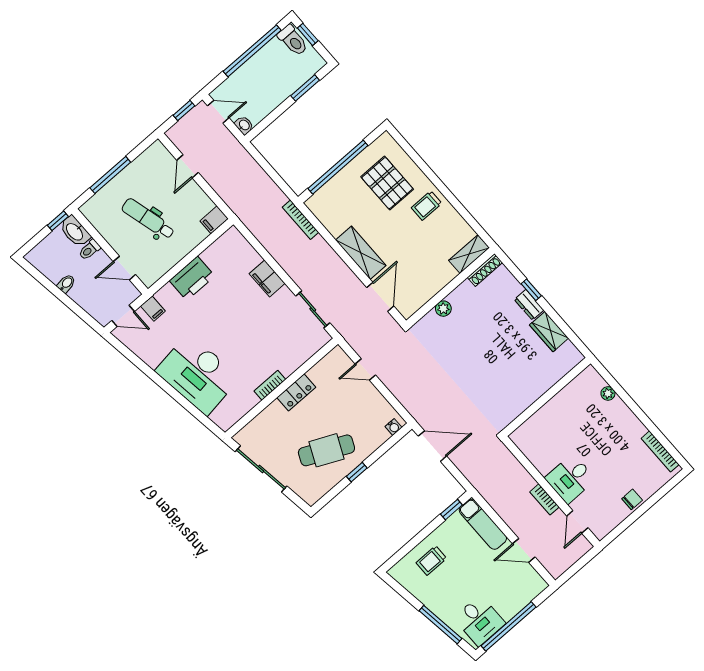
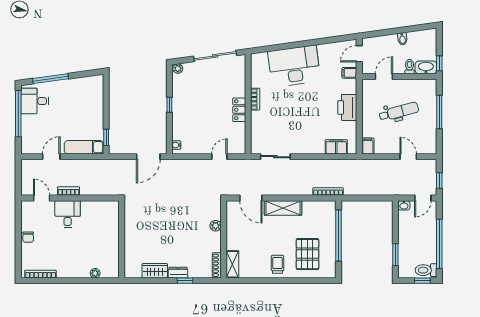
pallet: (387, 183) -> (307, 254), turned 90
filing cabinet: (267, 279) -> (336, 147), moved
cafe table: (326, 450) -> (195, 99), removed
plant: (310, 497) -> (178, 69), added
trolley: (431, 561) -> (89, 103), removed

